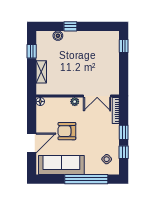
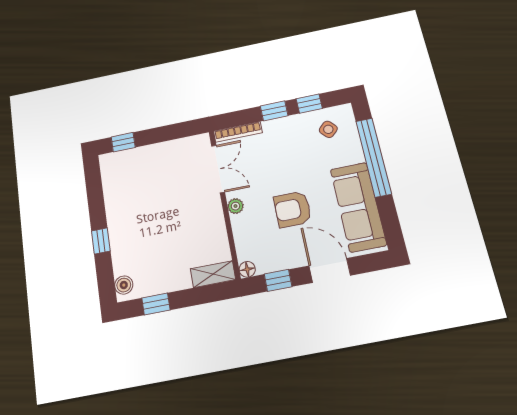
boiler: (58, 36) -> (124, 285), moved
shelving: (41, 72) -> (213, 274), moved
window: (32, 116) -> (278, 280), added
armchair: (67, 131) -> (293, 209), turned 90

